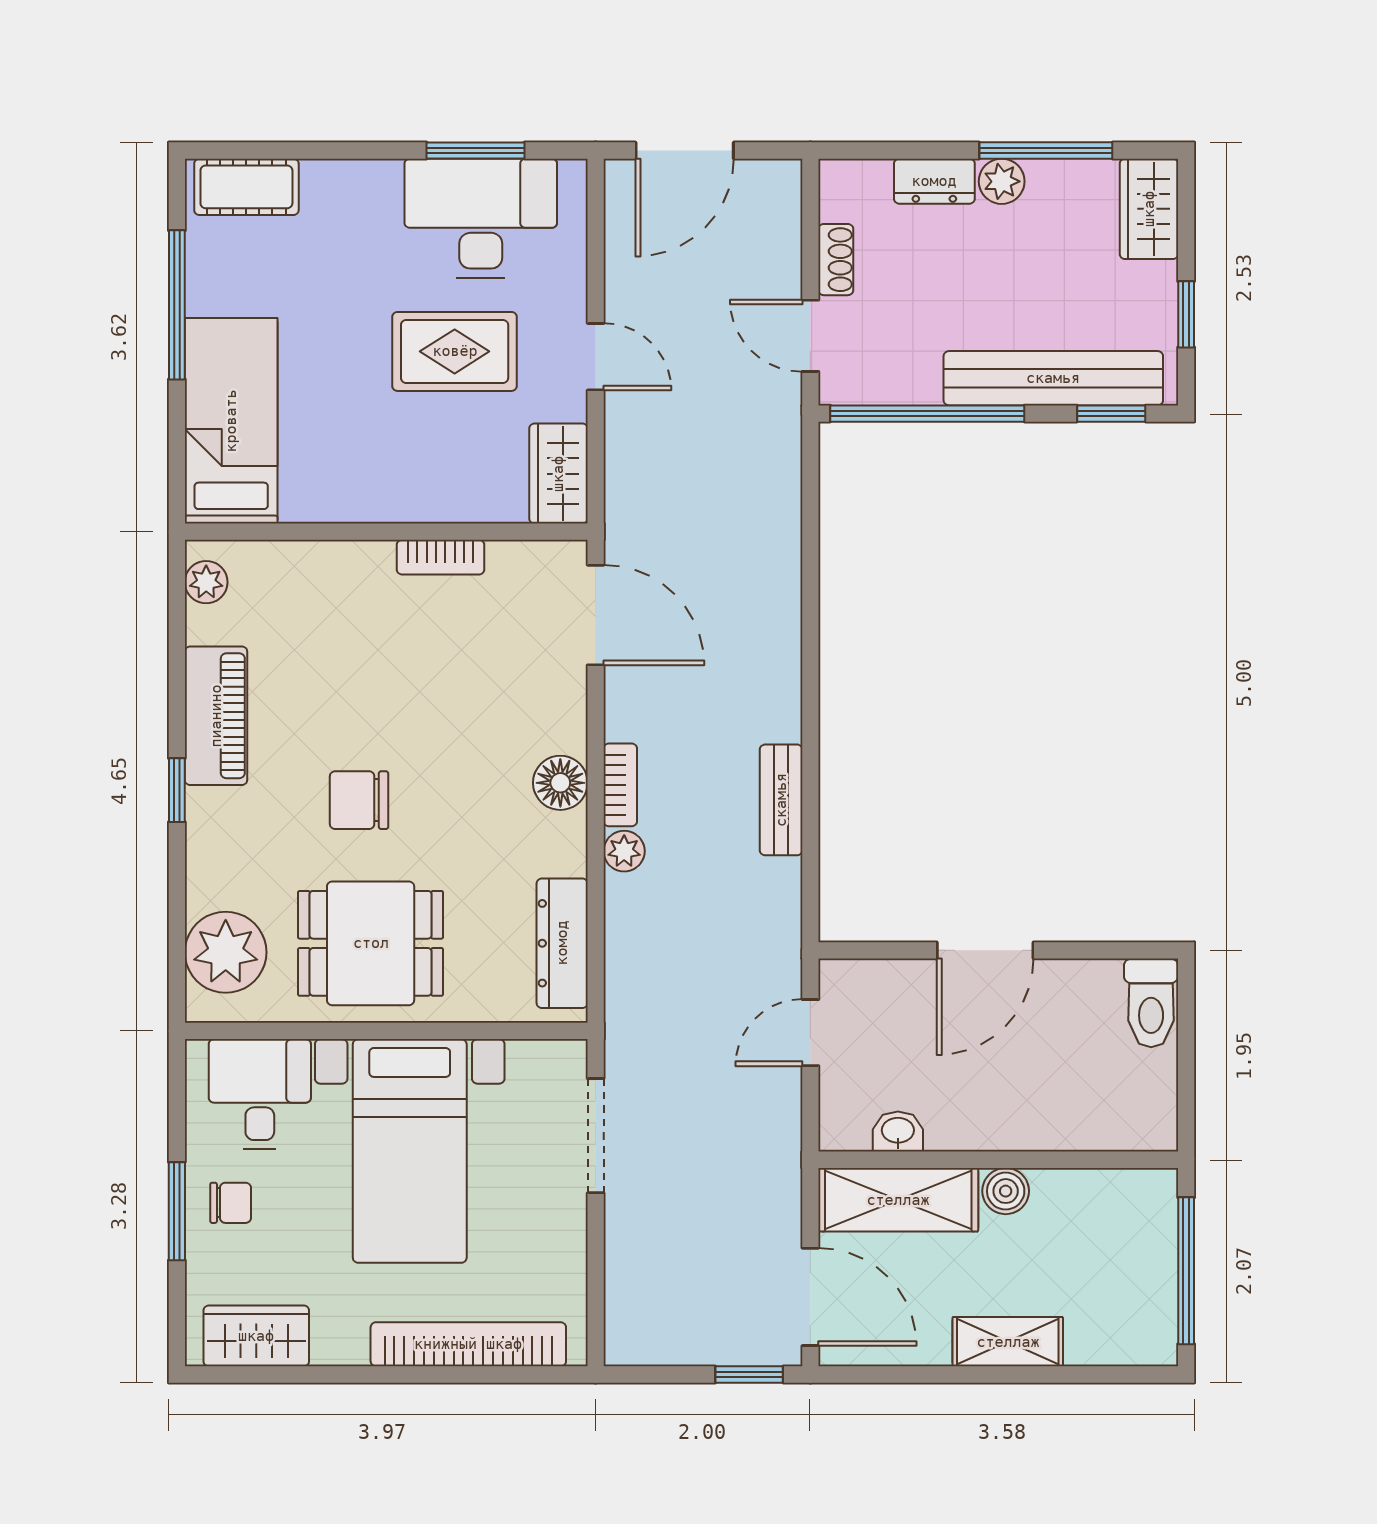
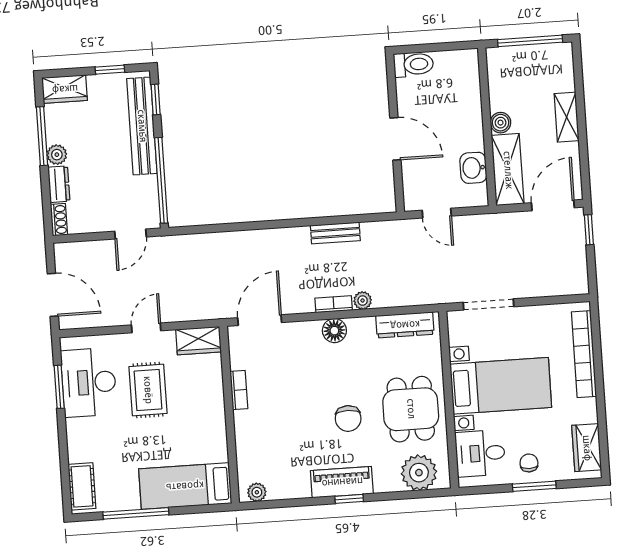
shoe rack: (836, 260) -> (59, 220), moved, turned 90
piano: (216, 716) -> (342, 482), moved
washbasin: (898, 1131) -> (473, 168), width x1.38, depth x1.45

